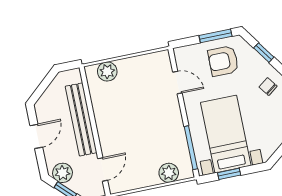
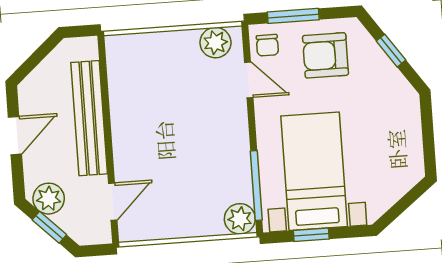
window: (215, 36) -> (293, 16), moved
plant: (107, 71) -> (215, 43), moved
chair: (268, 87) -> (267, 45), moved, turned -143
plant: (169, 173) -> (240, 219), moved

